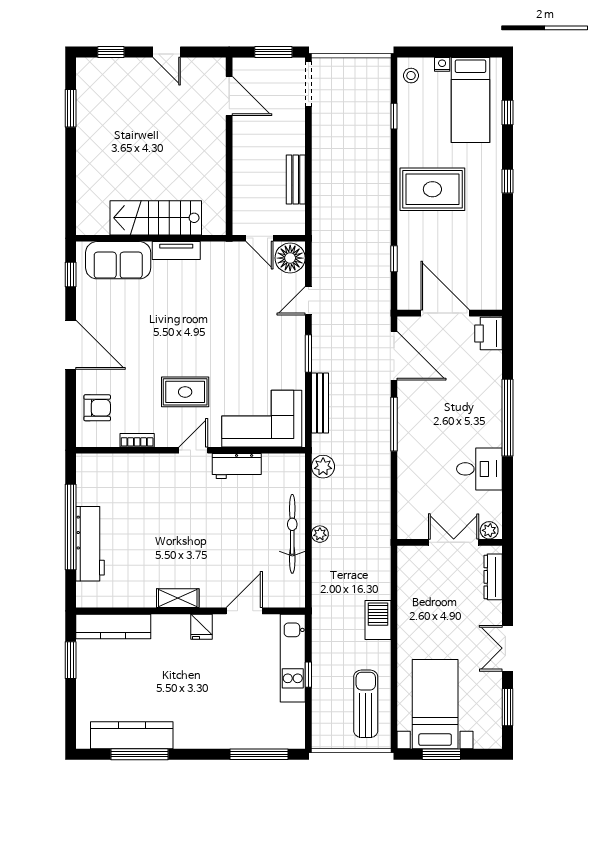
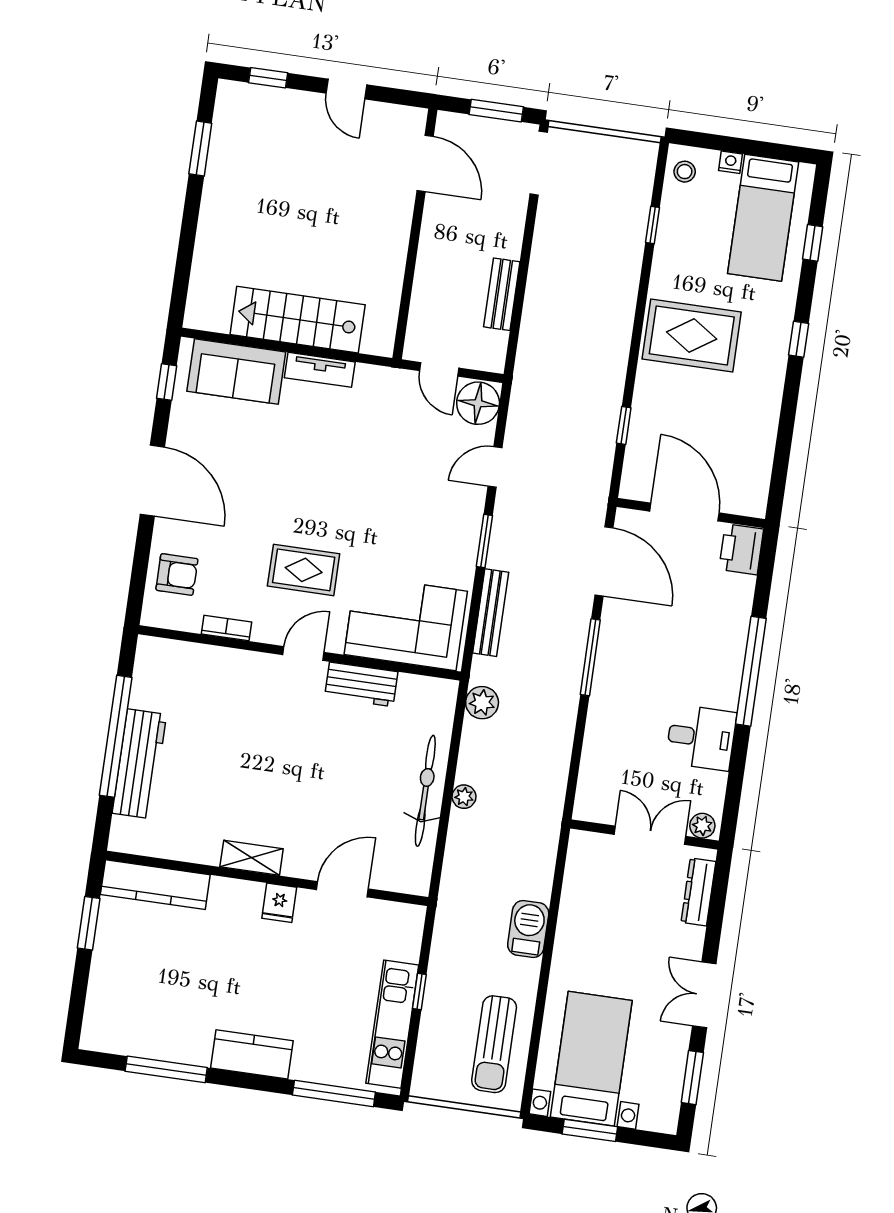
kitchen unit: (293, 658) -> (392, 1024), moved
sun lounger: (366, 704) -> (494, 1044), turned 180
kitchen counter: (132, 735) -> (252, 1054), moved, width x0.67

